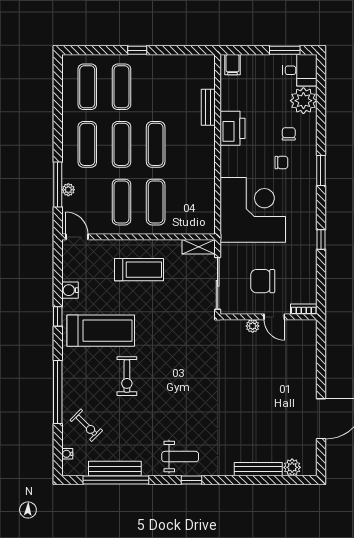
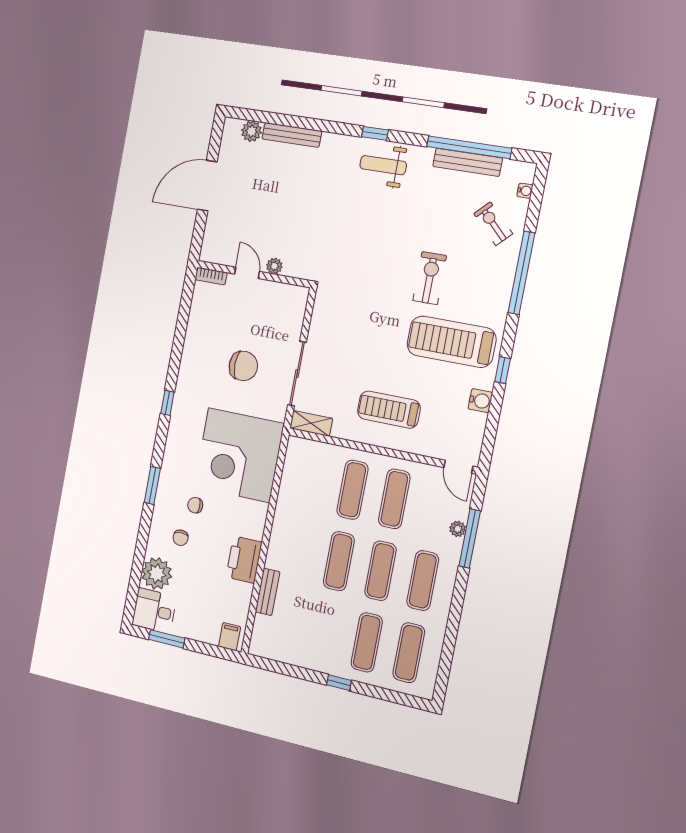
bookcase: (304, 309) -> (211, 276), moved
wall: (268, 317) -> (254, 274), moved
door: (274, 317) -> (247, 273), moved
plant: (253, 326) -> (274, 266), moved

